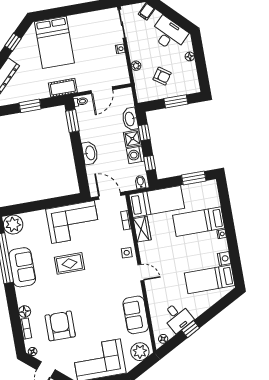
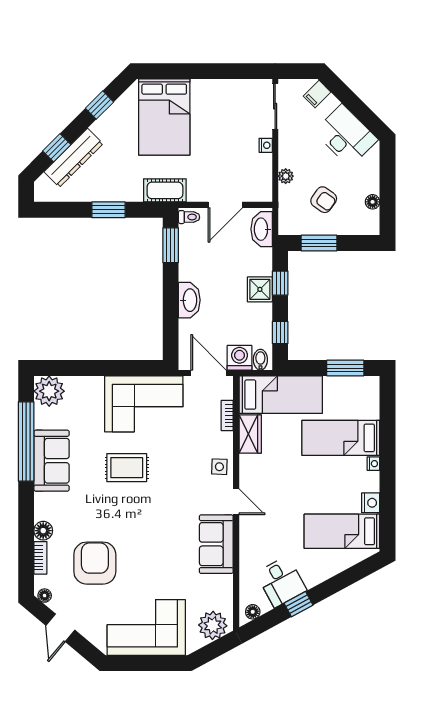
floor lamp: (190, 56) -> (373, 202), moved
window: (176, 101) -> (319, 243), moved
washbasin: (130, 119) -> (262, 229), moved
washing machine: (135, 155) -> (240, 358), moved, turned 90
sofa: (136, 315) -> (216, 544), moved

